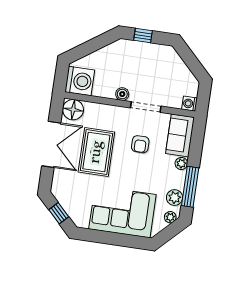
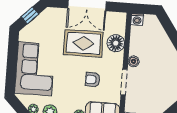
washing machine: (80, 81) -> (137, 19), width x0.53, depth x0.53
floor lamp: (73, 110) -> (116, 43), moved

